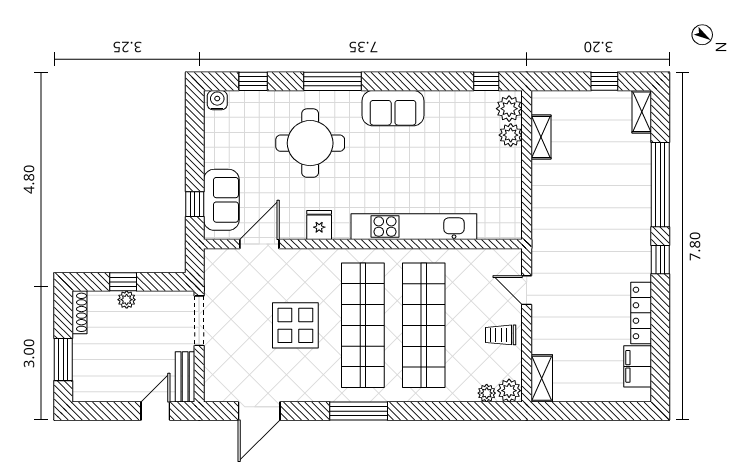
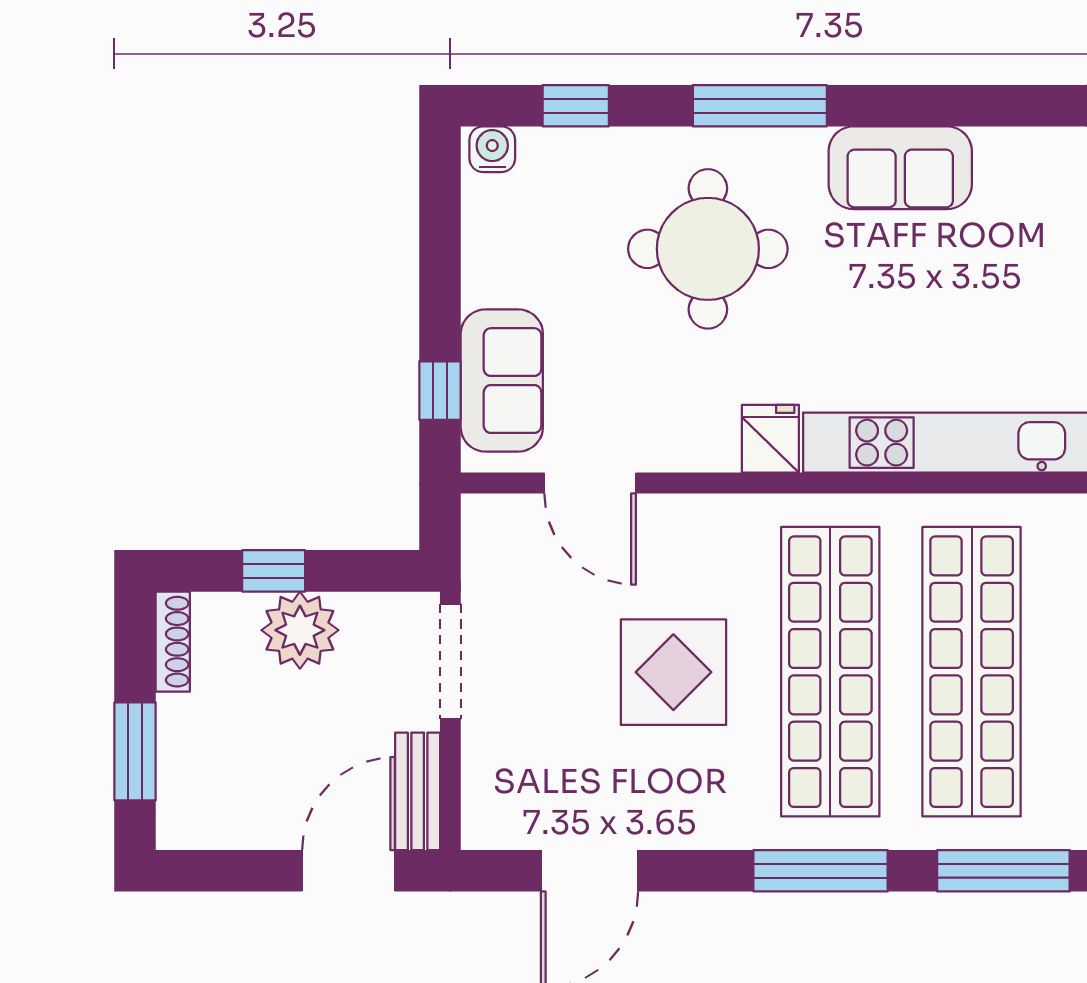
fridge: (319, 225) -> (770, 439), moved
door: (259, 244) -> (590, 483), swing flipped
plant: (127, 300) -> (300, 630), width x1.87, depth x1.87
door: (155, 411) -> (349, 871), width x1.38
window: (437, 411) -> (1003, 871), added

